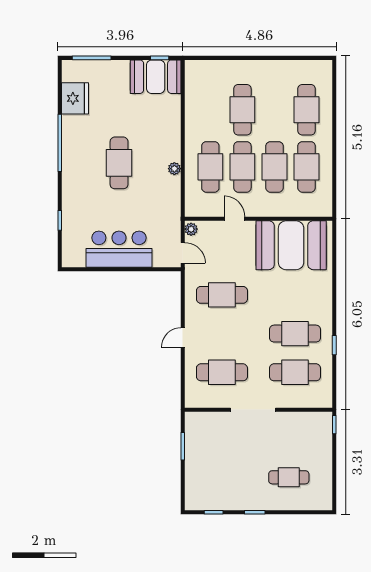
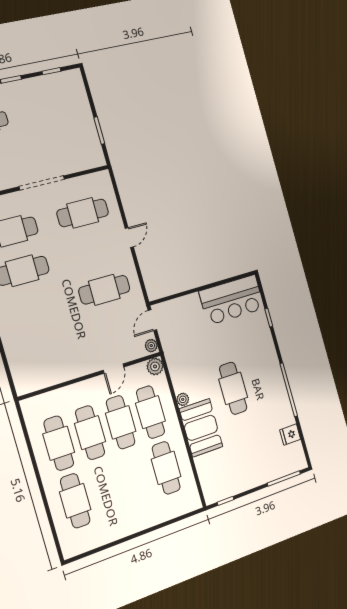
booth: (156, 77) -> (201, 428), moved, turned 90
fridge: (75, 98) -> (290, 435), width x0.53, depth x0.75
cafe table: (242, 110) -> (166, 468), moved
plant: (193, 208) -> (155, 366), added
door: (235, 219) -> (114, 369), hinge flipped
booth: (291, 245) -> (52, 359), removed
bar counter: (119, 249) -> (232, 300), moved
door: (183, 253) -> (152, 320), hinge flipped

